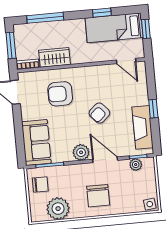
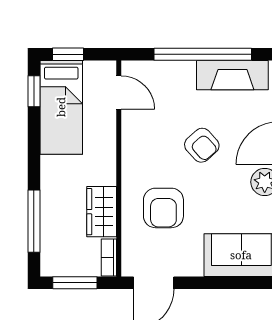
window: (102, 13) -> (34, 91), moved
door: (126, 61) -> (119, 92), hinge flipped
window: (153, 109) -> (203, 54), width x3.17

